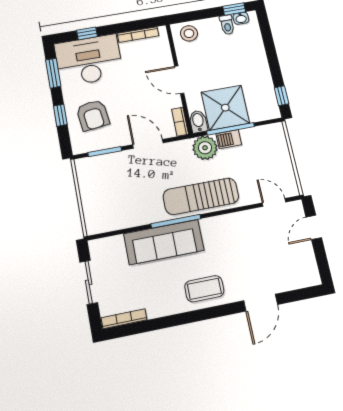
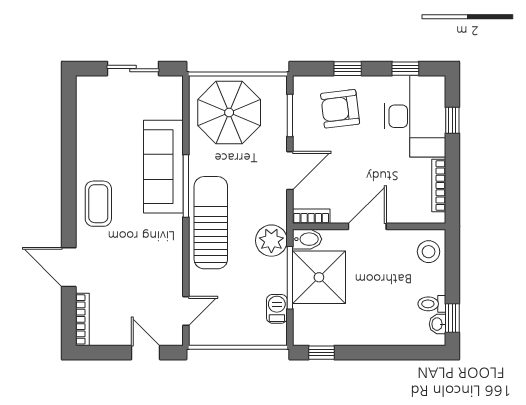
window: (53, 73) -> (405, 69), width x0.67
barbecue: (229, 139) -> (277, 309), moved
parasol: (111, 199) -> (229, 112), added
bookcase: (124, 319) -> (82, 319), moved

